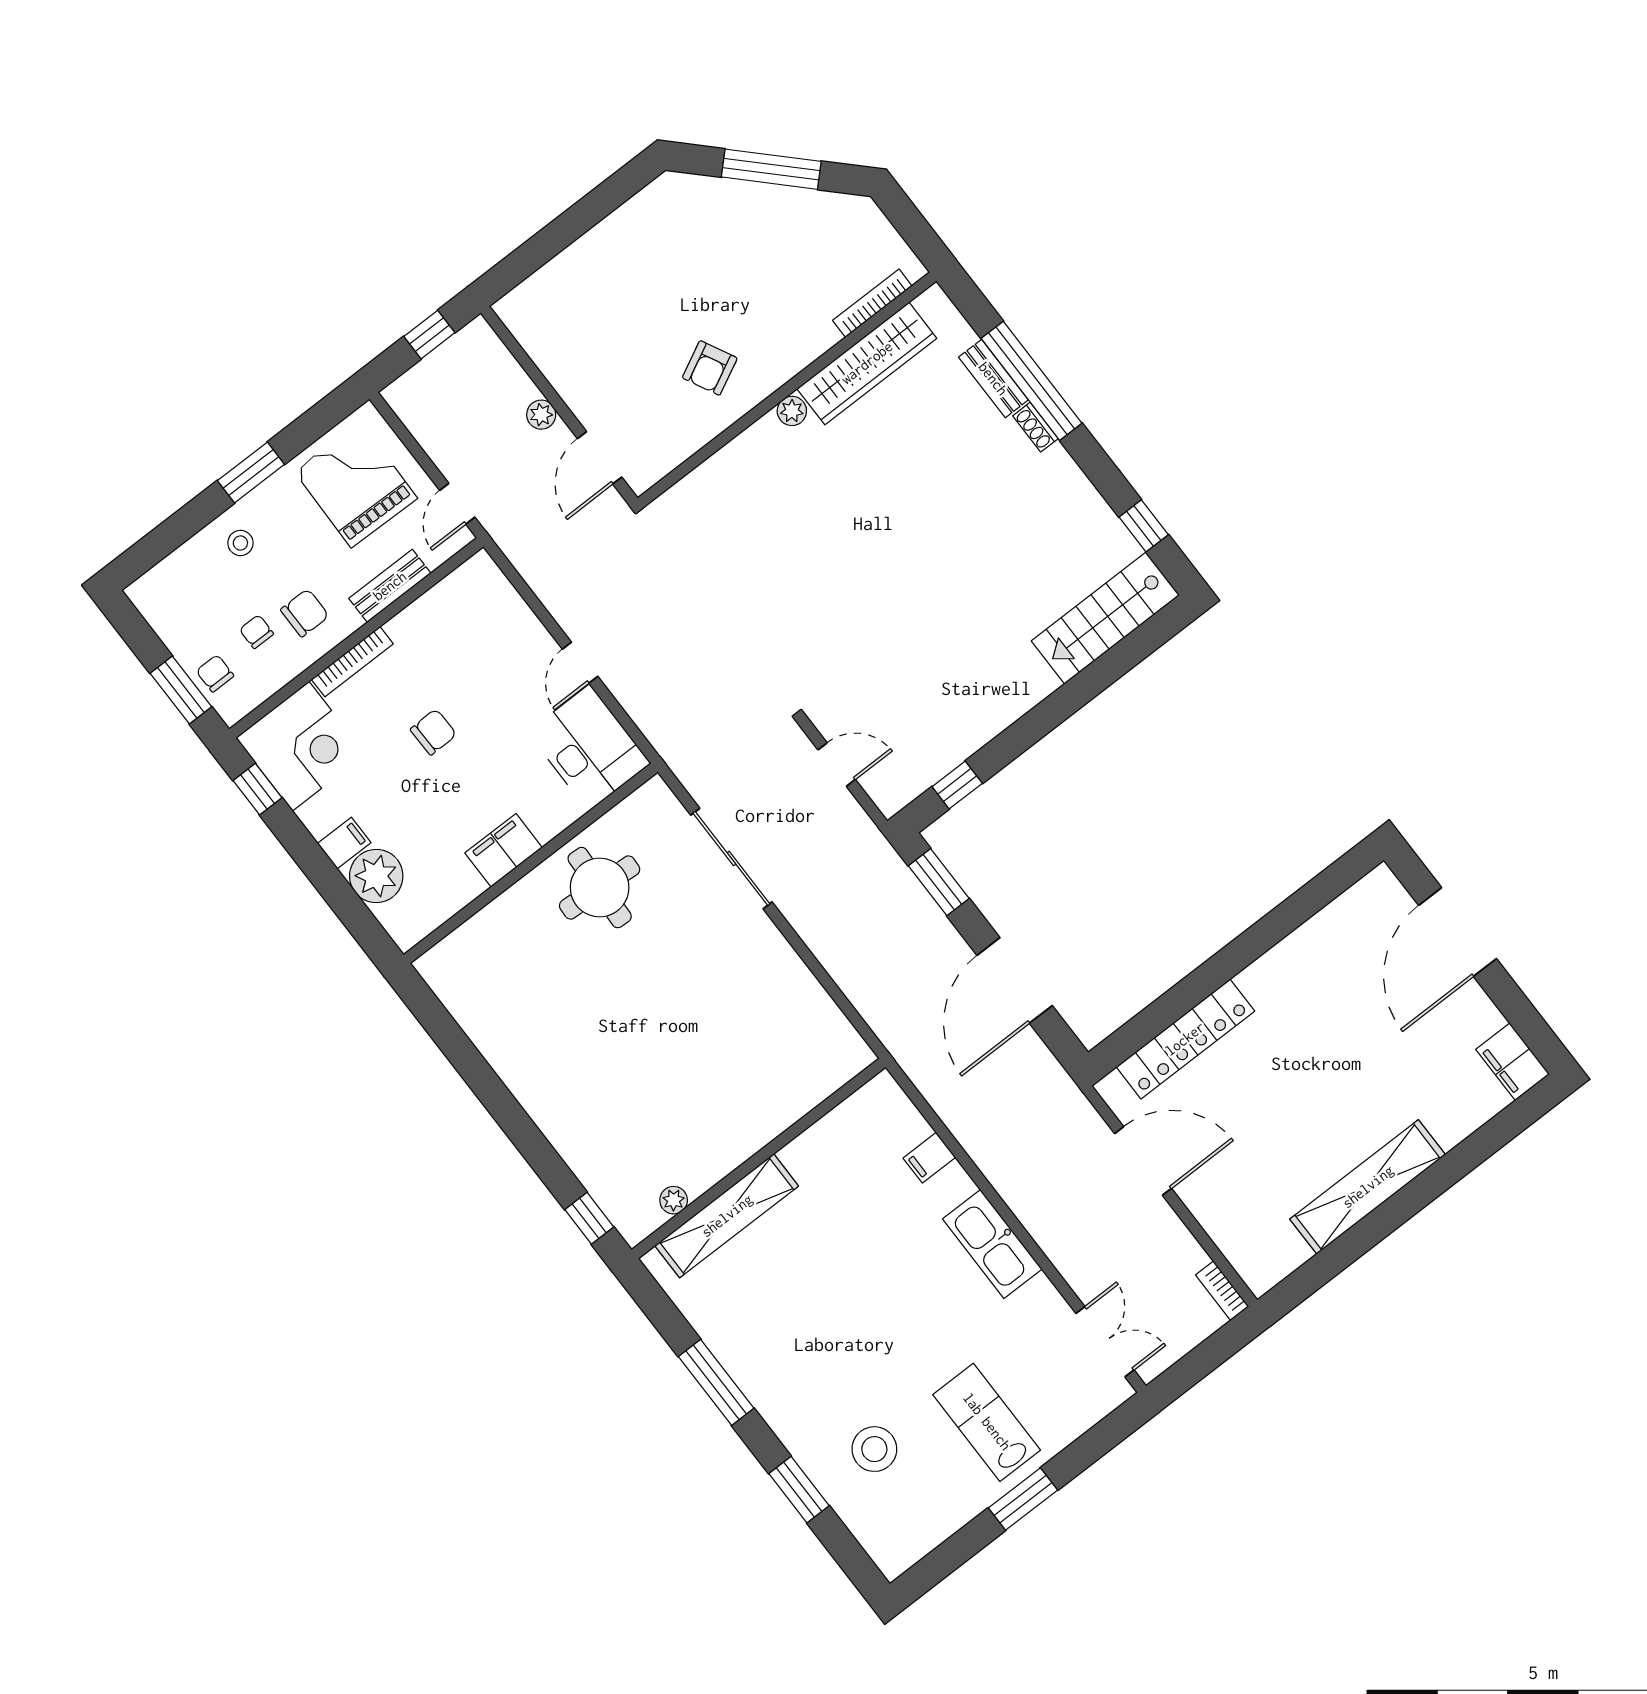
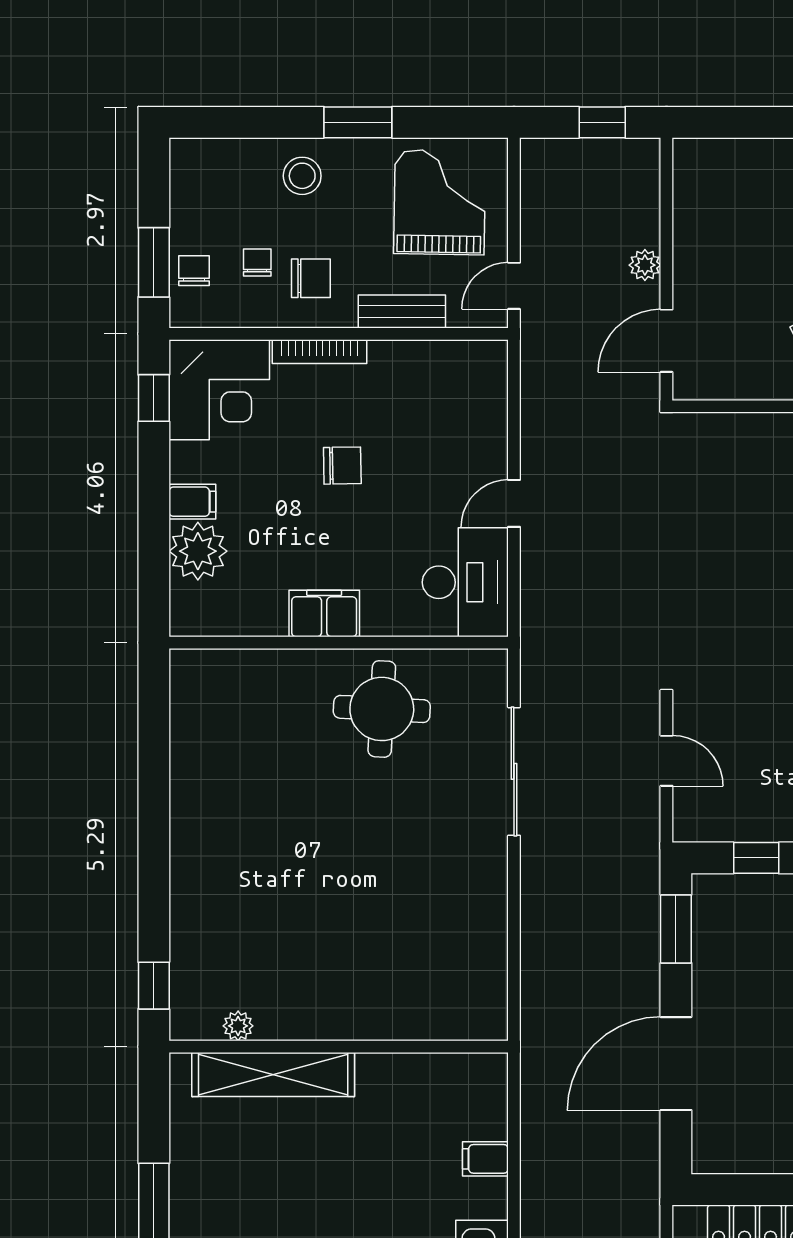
stool: (240, 543) -> (302, 176), width x1.37, depth x1.37

